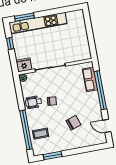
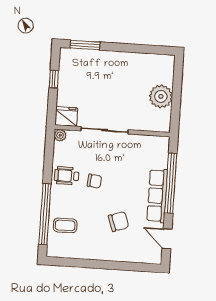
kitchen unit: (38, 23) -> (103, 59), removed
plant: (80, 37) -> (161, 96), added
row of seats: (90, 79) -> (157, 196), moved, width x1.48
window: (53, 156) -> (75, 263), removed

